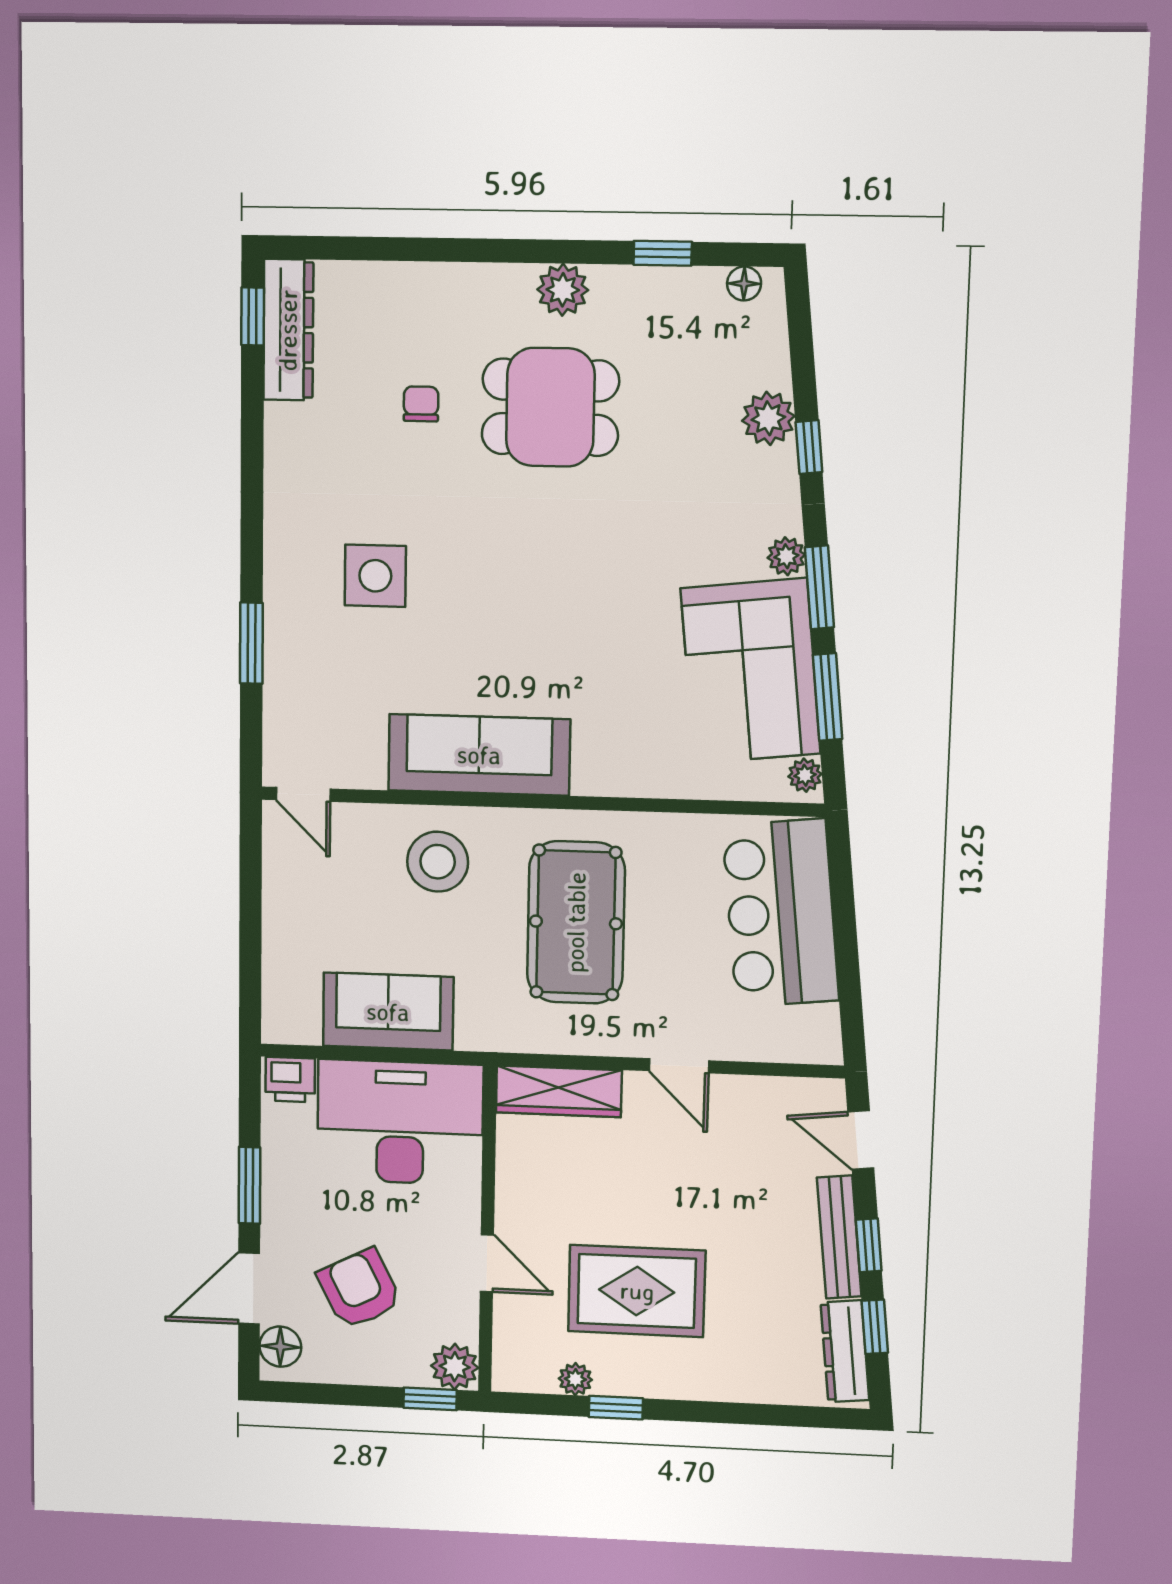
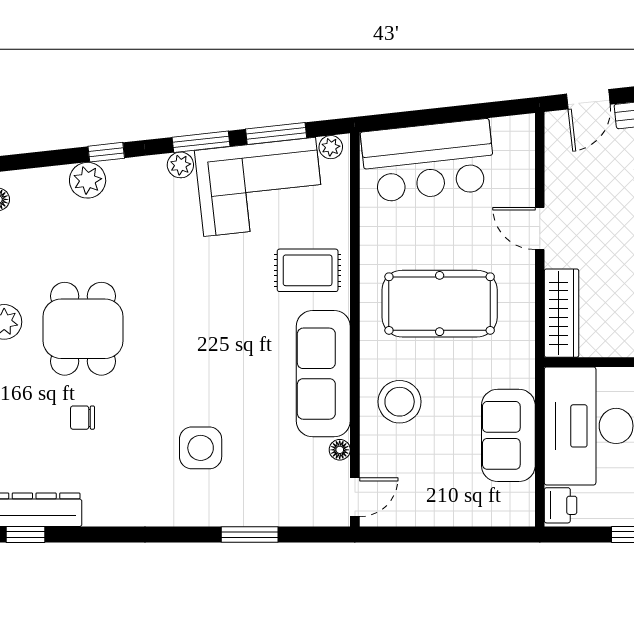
rug: (628, 737) -> (308, 270), added
floor lamp: (371, 775) -> (340, 450), added
door: (679, 1066) -> (540, 229), swing flipped

